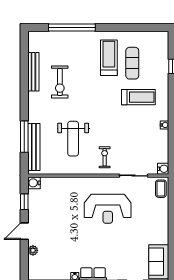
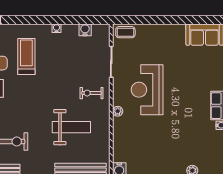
water cooler: (163, 169) -> (85, 30), moved
plant: (88, 181) -> (118, 111), added
reception desk: (108, 209) -> (147, 90), turned 180

